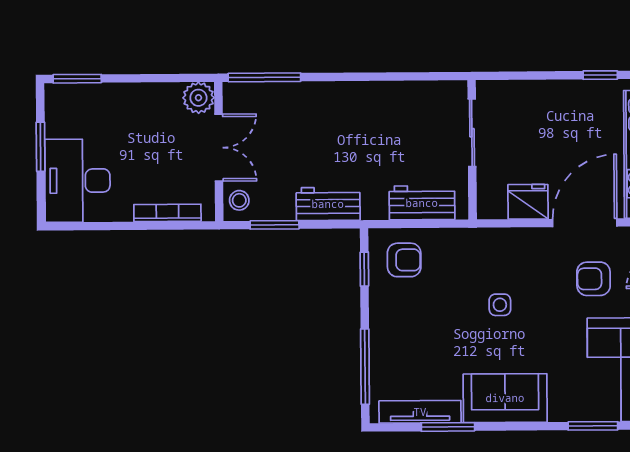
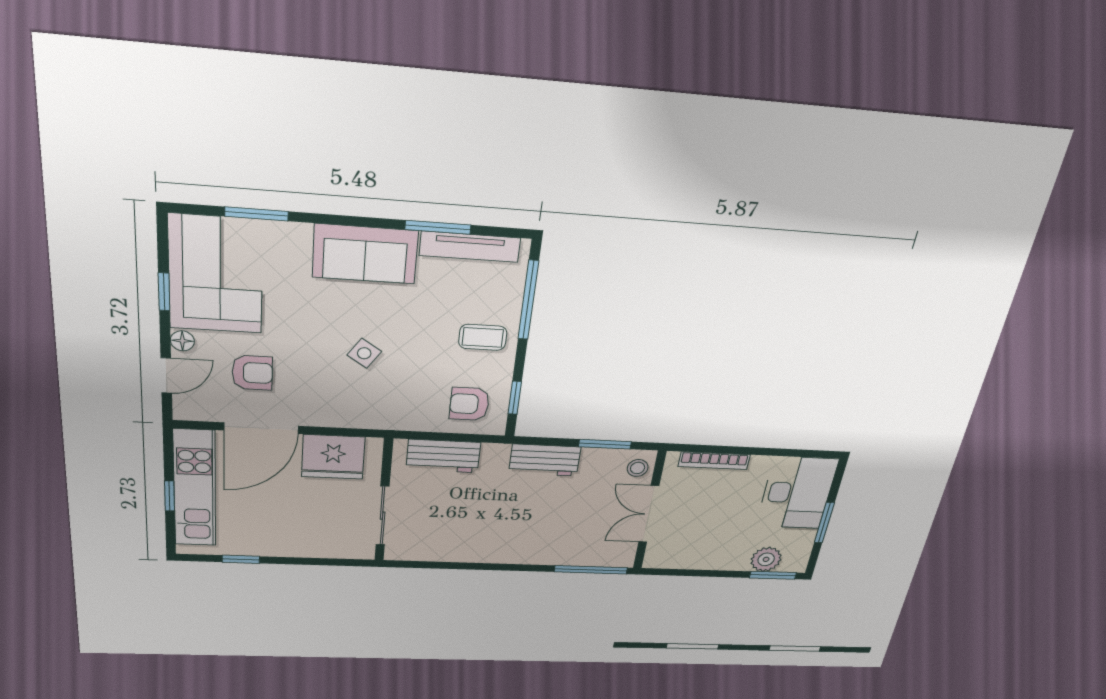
plant: (198, 98) -> (766, 559), moved
fridge: (528, 202) -> (333, 457), width x1.36, depth x1.34
side table: (500, 305) -> (364, 353), turned 34
coffee table: (400, 328) -> (483, 337), added

